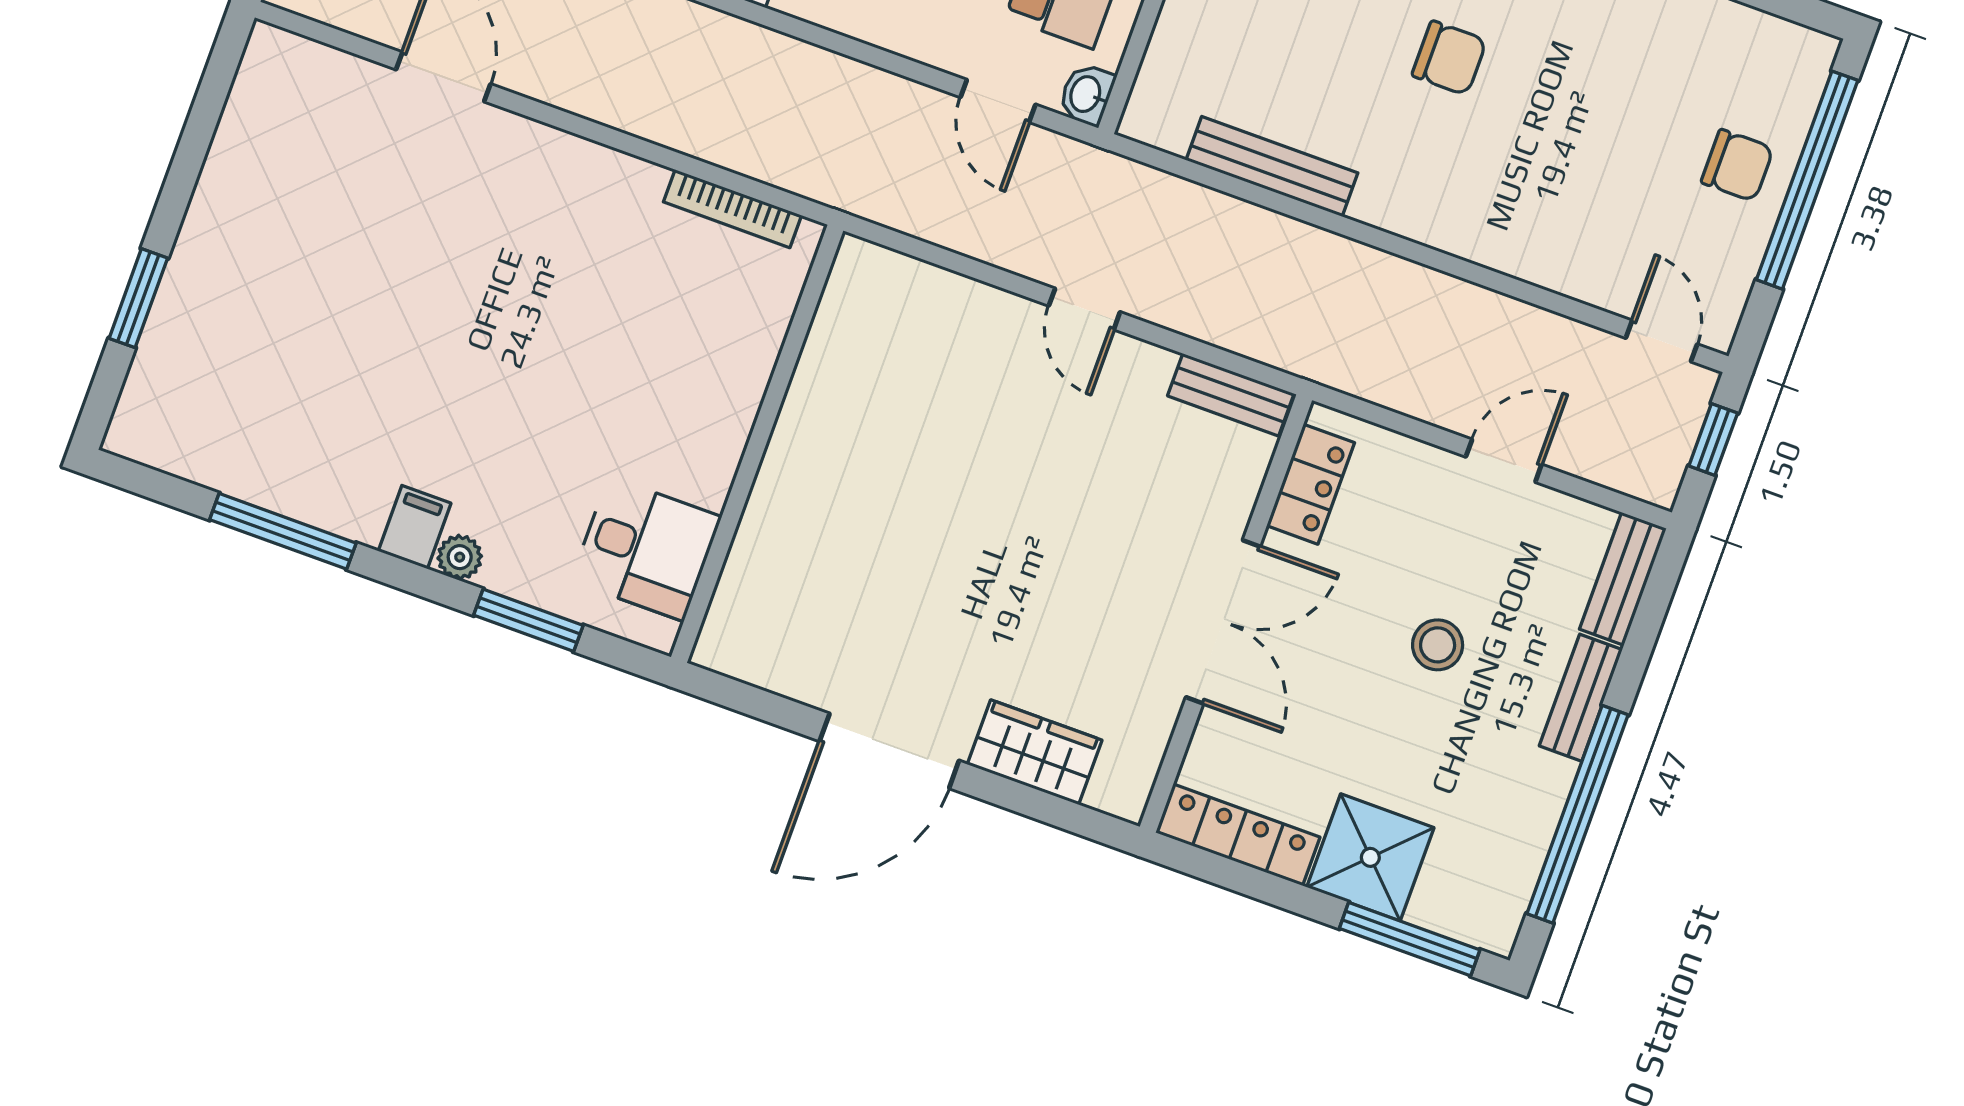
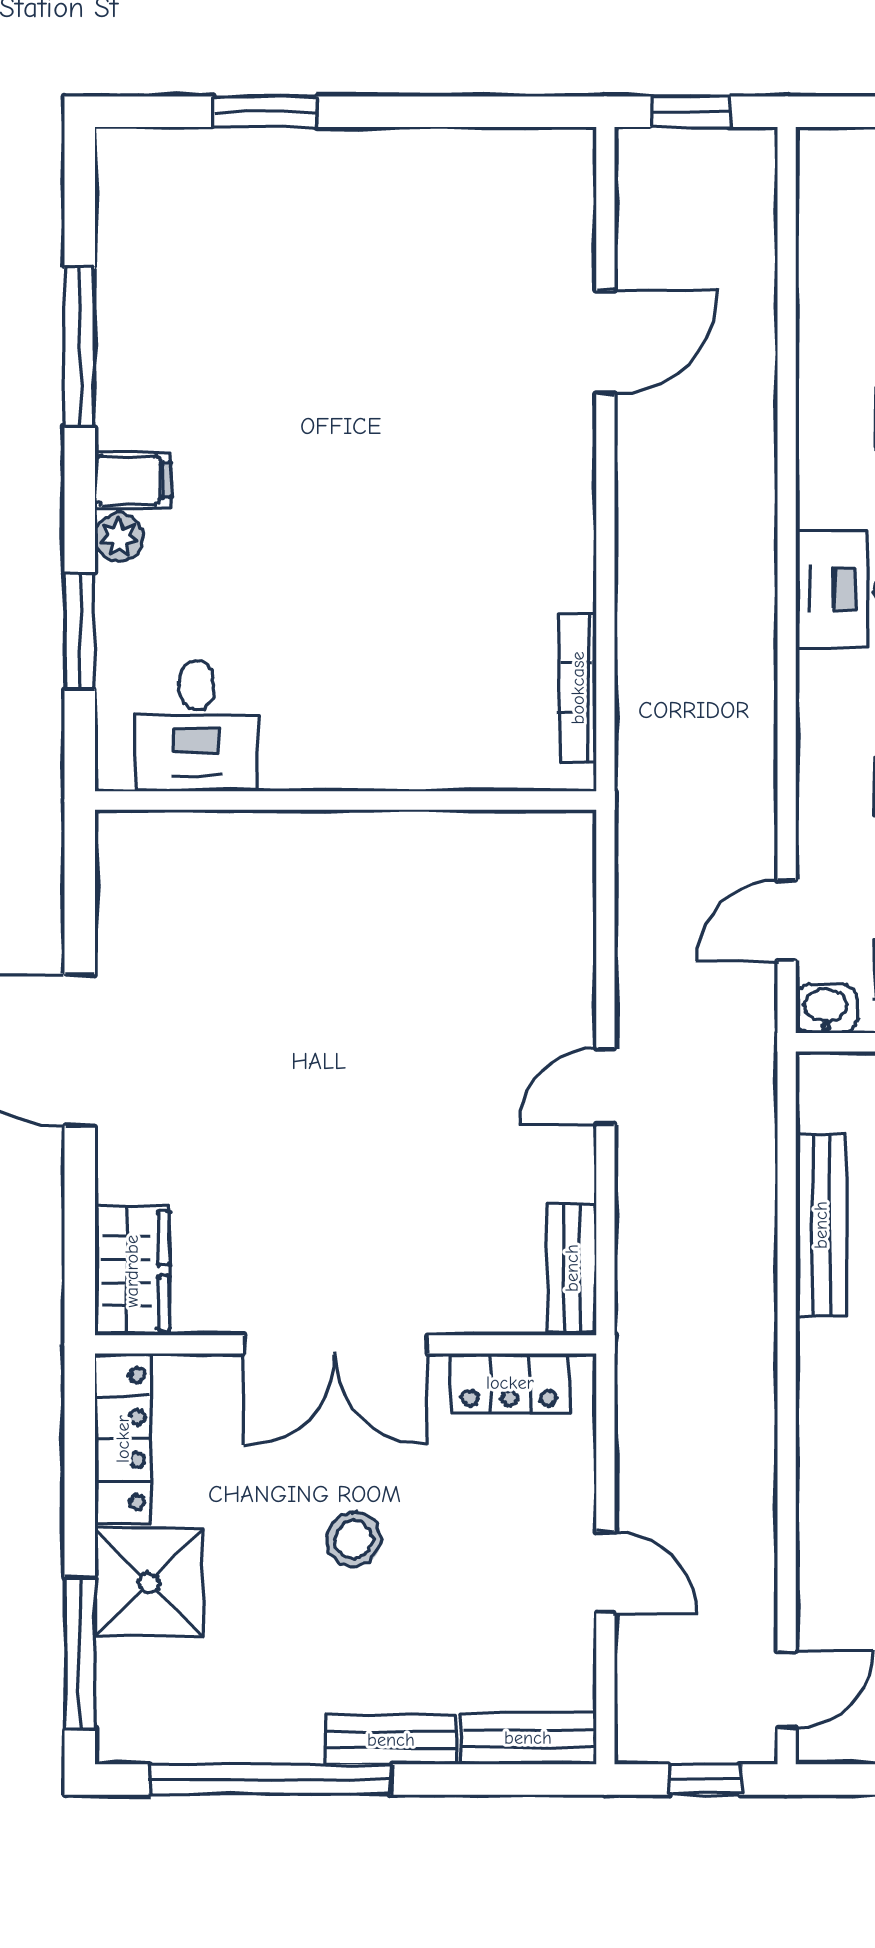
stool: (1438, 645) -> (354, 1539), moved
wardrobe: (1035, 752) -> (132, 1271), moved

